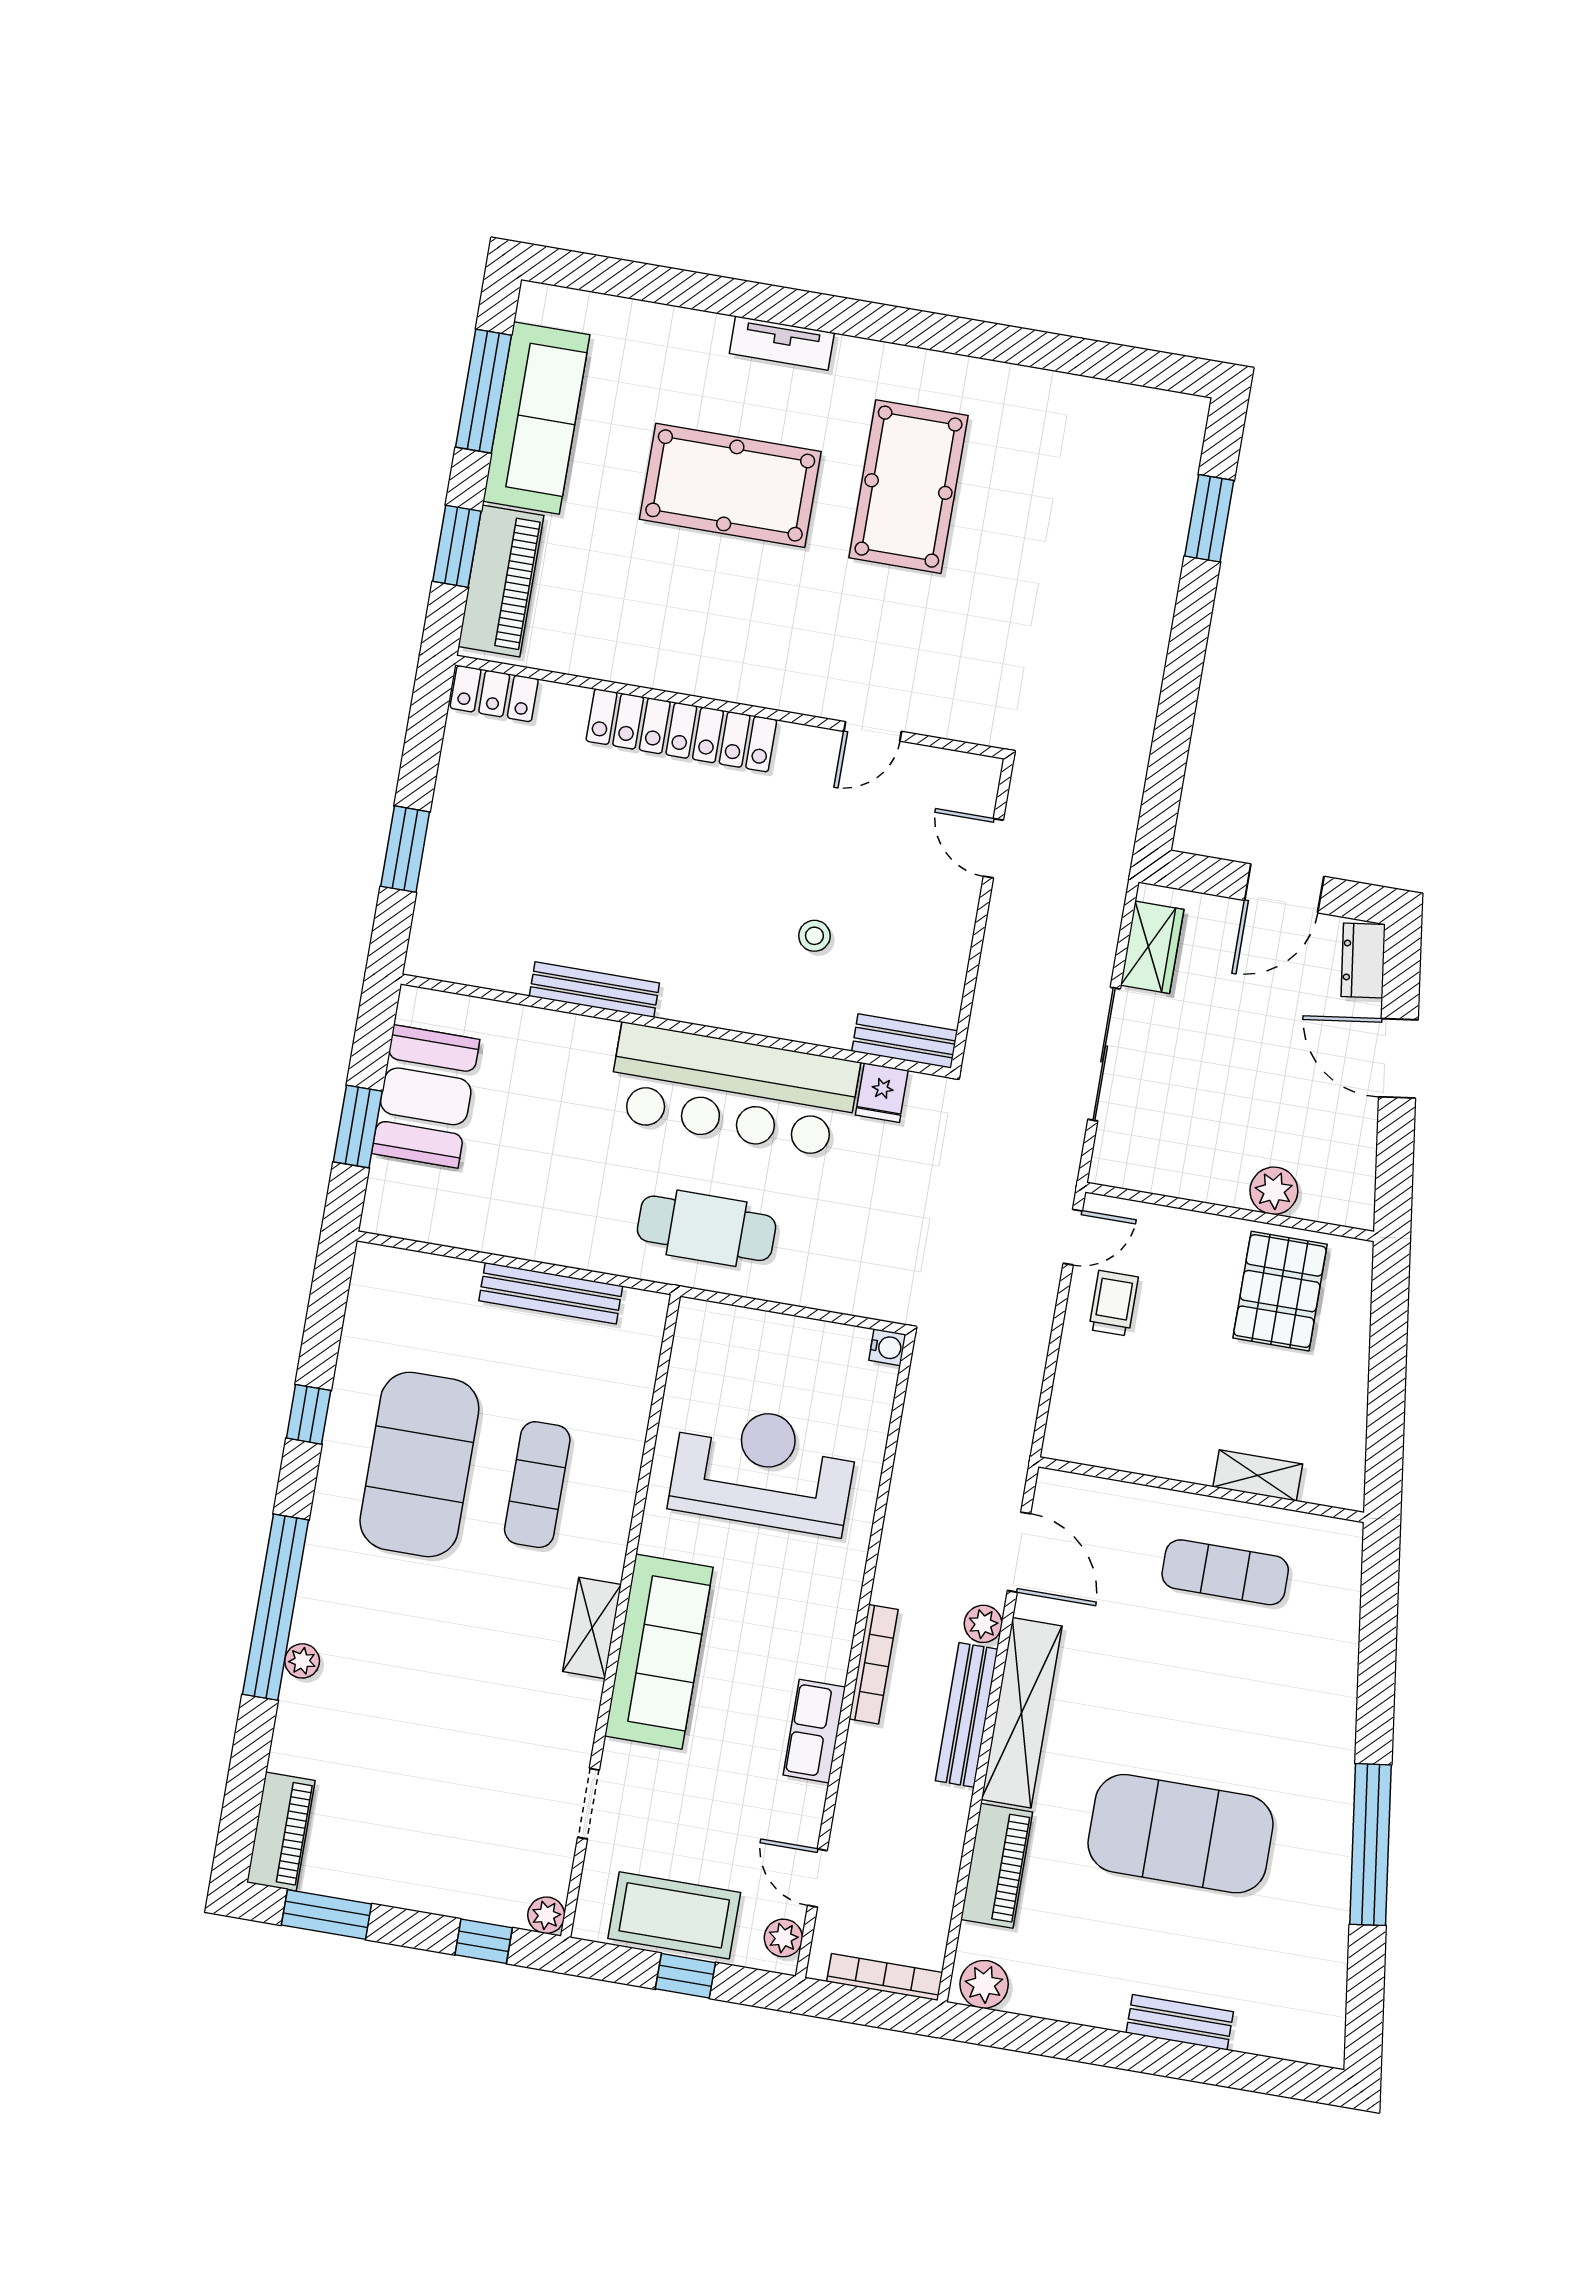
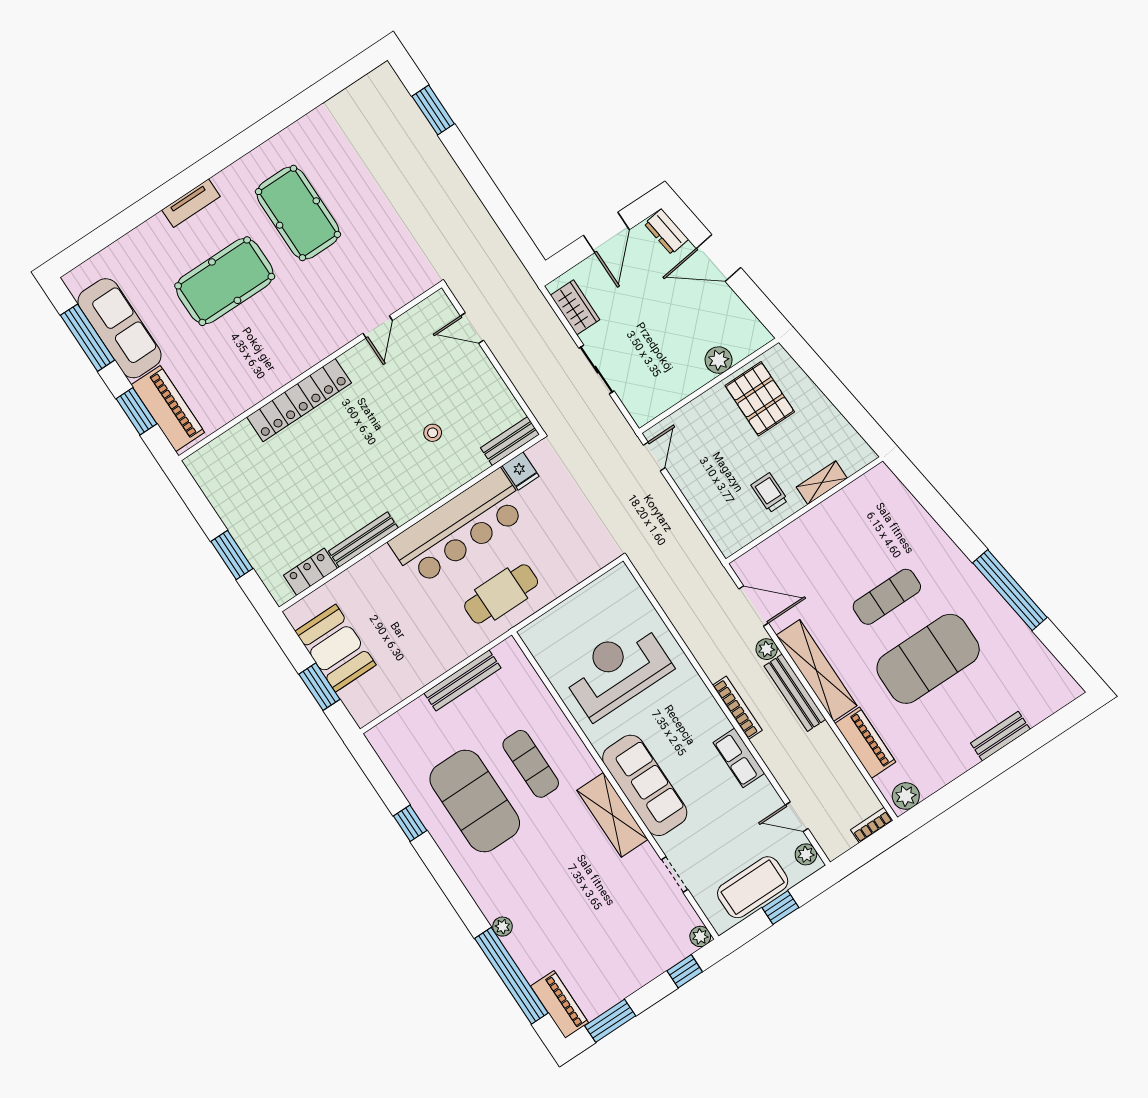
locker: (494, 694) -> (310, 572), moved, turned 180
sliding door: (1104, 1054) -> (597, 370), width x0.73
trolley: (1114, 1303) -> (769, 493), moved
water cooler: (887, 1347) -> (621, 573), removed
exercise mat: (1225, 1572) -> (887, 597), moved
window: (276, 1607) -> (511, 976), moved
shelving: (592, 1628) -> (612, 815), width x1.50, depth x1.33
bookcase: (885, 1977) -> (872, 825), width x0.64

